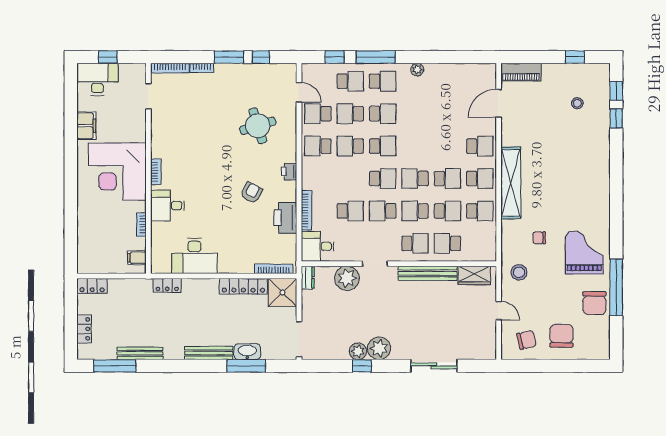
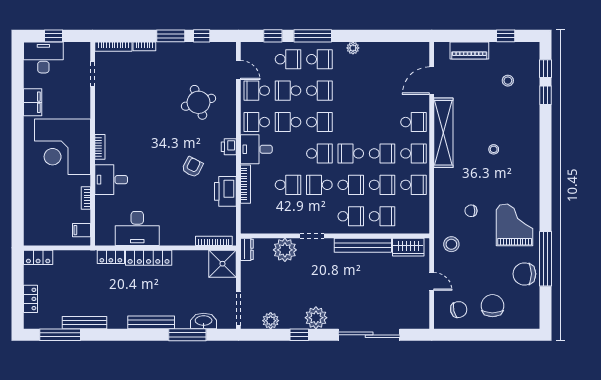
piano: (521, 72) -> (469, 50), moved
stool: (563, 174) -> (494, 149), added
shelving: (511, 183) -> (443, 133), moved
school desk: (415, 211) -> (351, 185), turned 180
school desk: (447, 243) -> (382, 216), turned 180
desk: (318, 246) -> (256, 149), moved
locker: (243, 286) -> (149, 258), moved
chair: (594, 303) -> (524, 274), turned 90
plant: (358, 351) -> (271, 321), moved
washbasin: (247, 352) -> (204, 321), moved
sliding door: (434, 366) -> (369, 335), width x1.36

